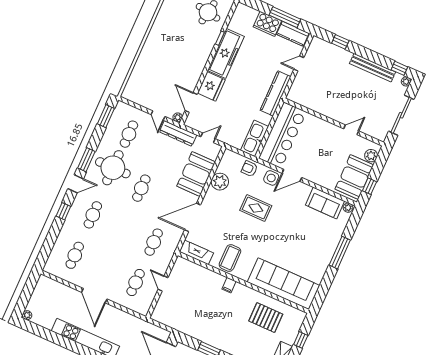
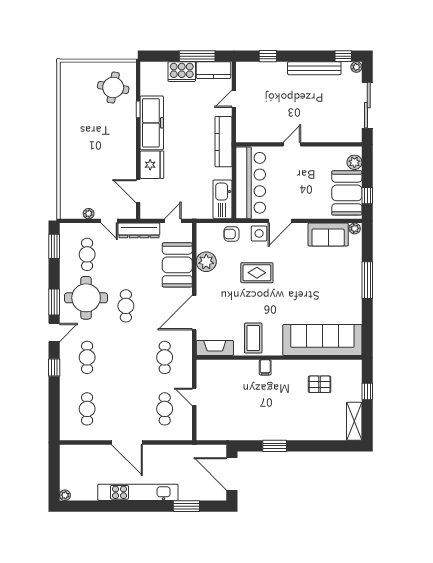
plant: (178, 117) -> (89, 214), moved
door: (351, 130) -> (292, 144), moved
pallet: (266, 318) -> (320, 384), width x0.67, depth x0.71

